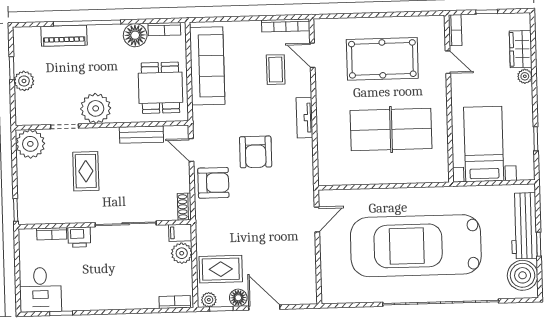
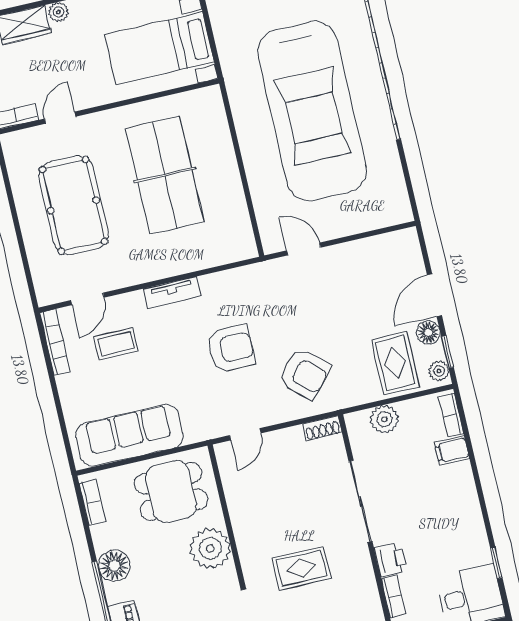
floor lamp: (135, 35) -> (114, 566), moved
plant: (96, 108) -> (210, 548), moved
bench: (141, 135) -> (238, 504), removed
armchair: (213, 183) -> (305, 374), moved, turned 132
filing cabinet: (180, 233) -> (452, 451), moved, turned 90

